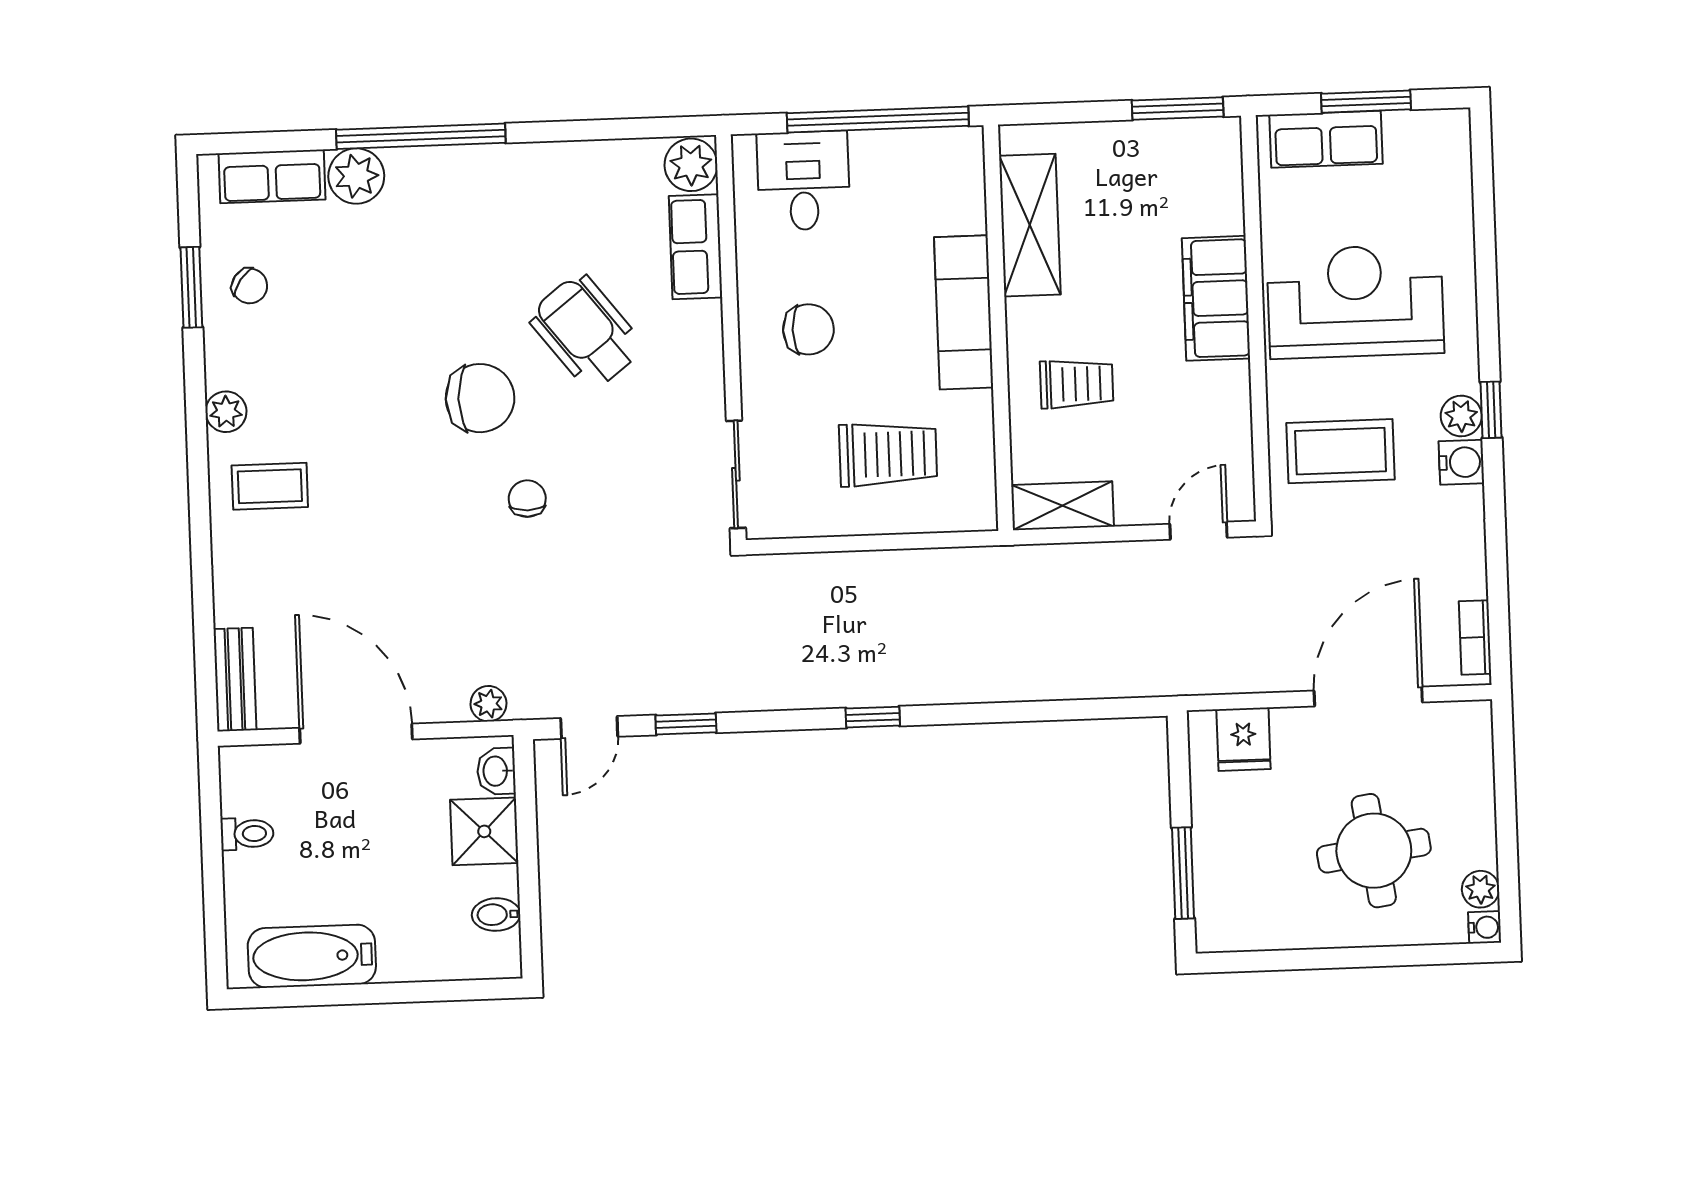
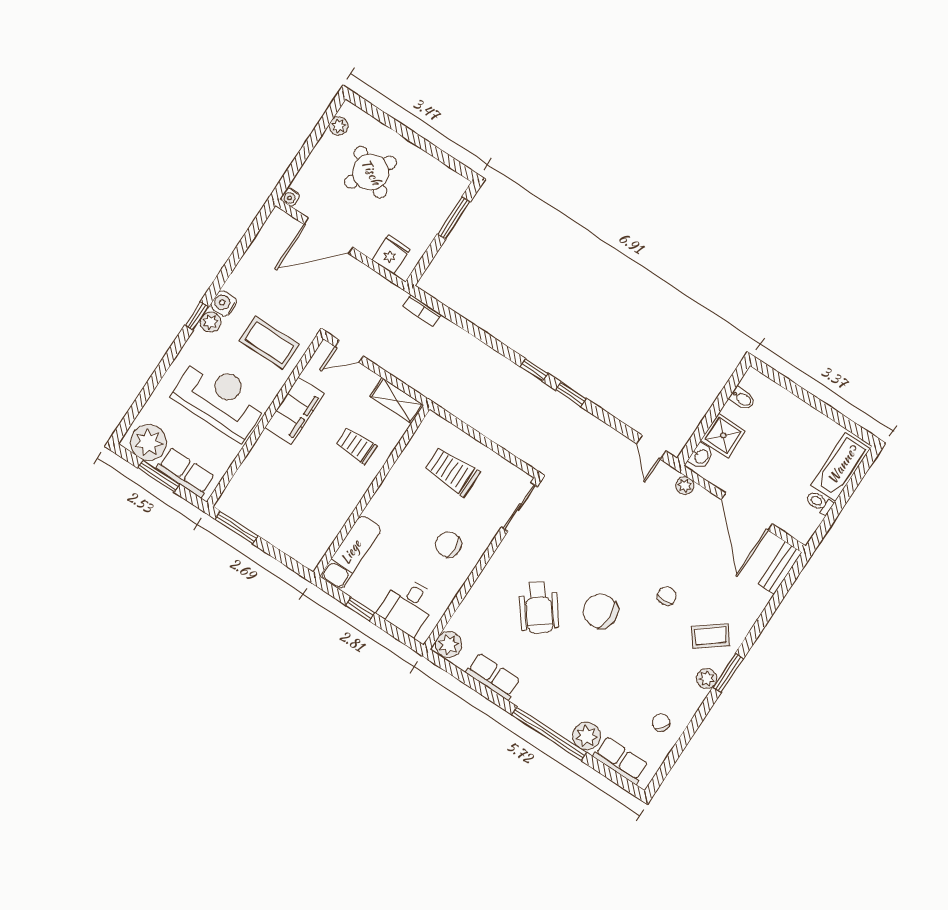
window: (878, 119) -> (360, 609), width x0.32
plant: (1422, 145) -> (149, 442), added
shelving: (1030, 225) -> (329, 523), removed
row of seats: (696, 247) -> (493, 676), moved, turned -90
window: (191, 287) -> (728, 673), moved
filing cabinet: (1216, 298) -> (295, 411), moved
reception desk: (1355, 302) -> (220, 399), turned 180
exam couch: (964, 312) -> (351, 552), moved
coffee table: (270, 486) -> (710, 636), turned -38
chair: (527, 499) -> (667, 596), moved, turned 180
bookcase: (1475, 637) -> (422, 310), moved, turned 90
window: (686, 724) -> (571, 394), moved
door: (589, 727) -> (651, 447), swing flipped
round table: (1374, 851) -> (371, 172), turned 38
water cooler: (1485, 927) -> (290, 197), moved, turned -90
bathtub: (312, 956) -> (841, 467), moved, turned 90

